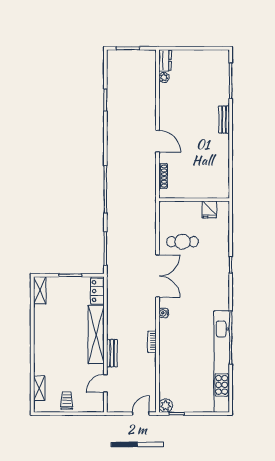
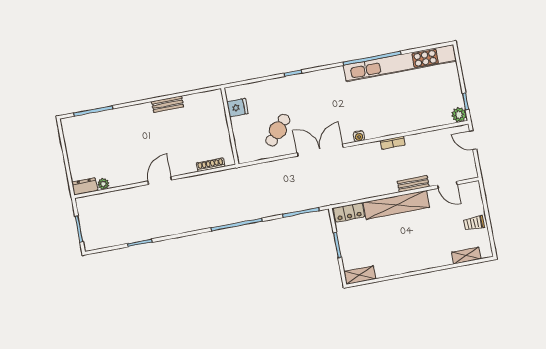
bench: (224, 120) -> (168, 104), moved
door: (158, 141) -> (160, 180), moved
cafe table: (182, 242) -> (278, 130), turned 41

